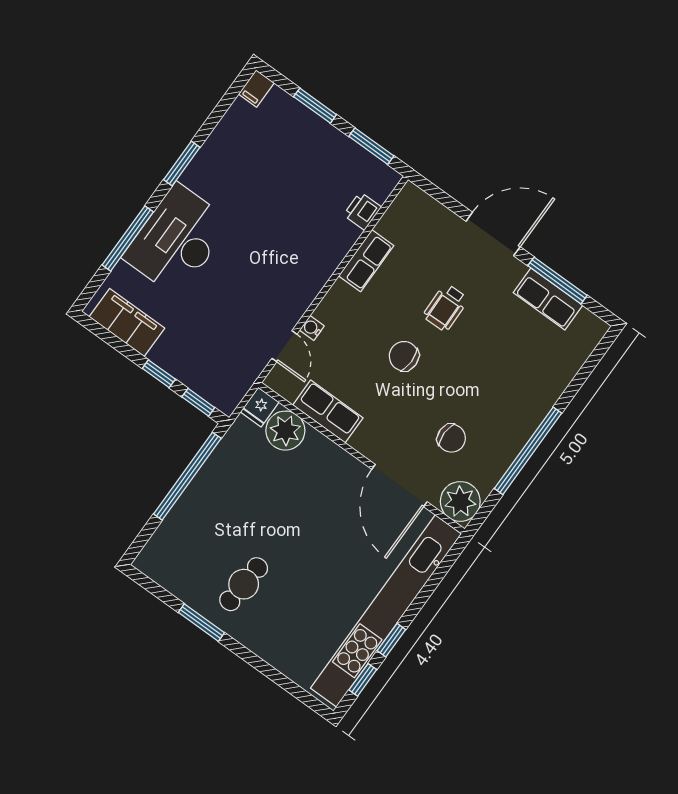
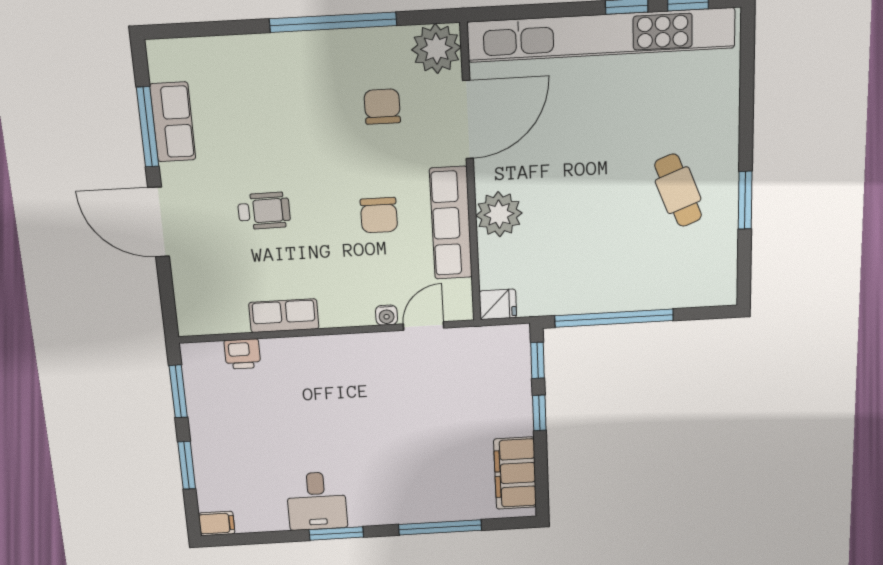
desk: (177, 240) -> (317, 501), moved, width x0.53, depth x0.77
chair: (404, 356) -> (379, 215), moved
row of seats: (328, 411) -> (451, 223), width x1.48
plant: (285, 431) -> (499, 214), moved
cafe table: (244, 584) -> (678, 190), turned 65

